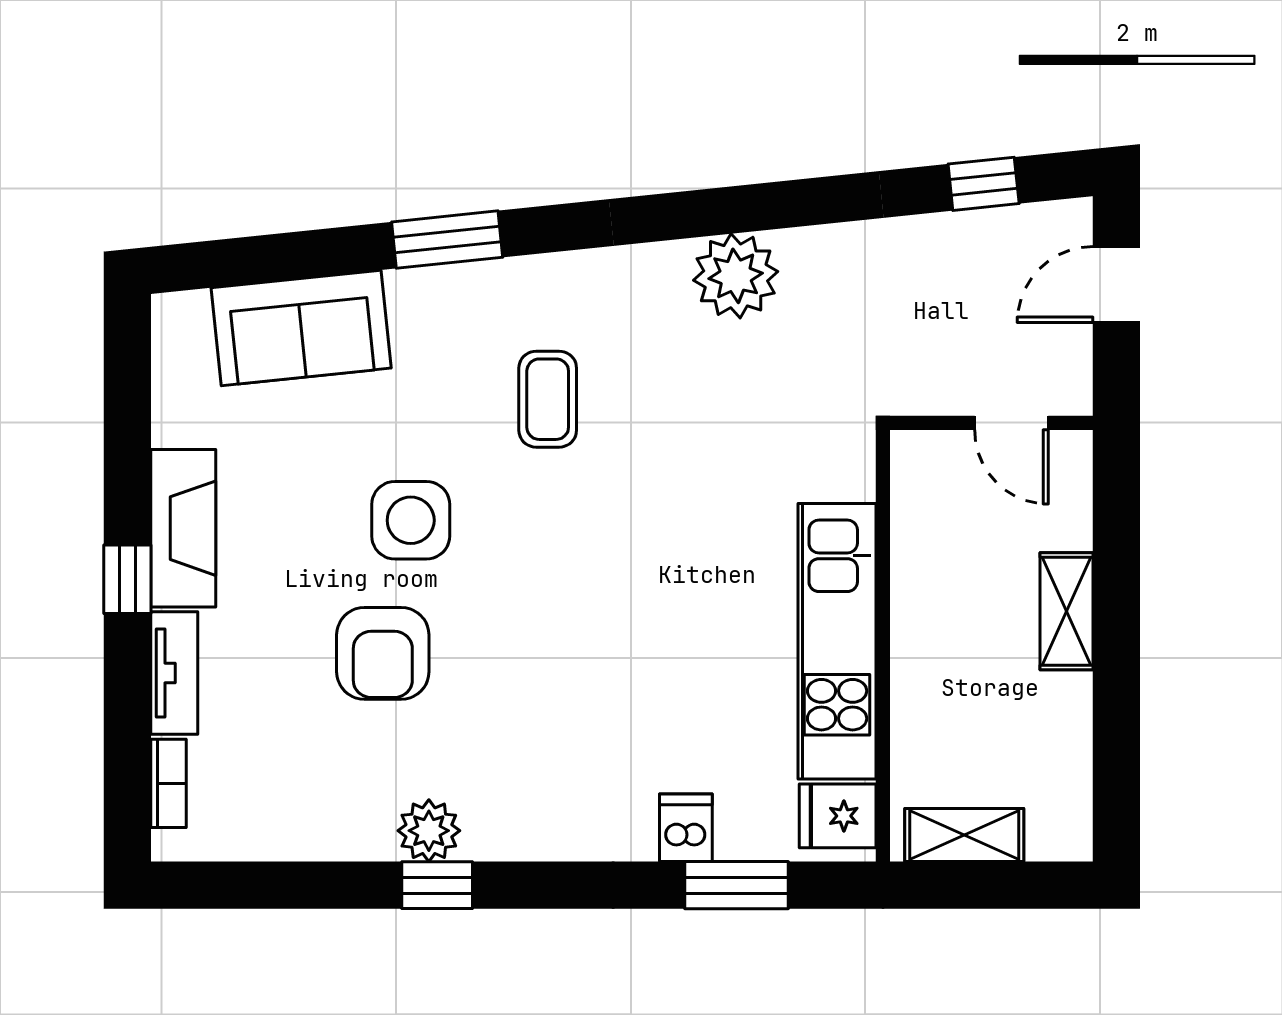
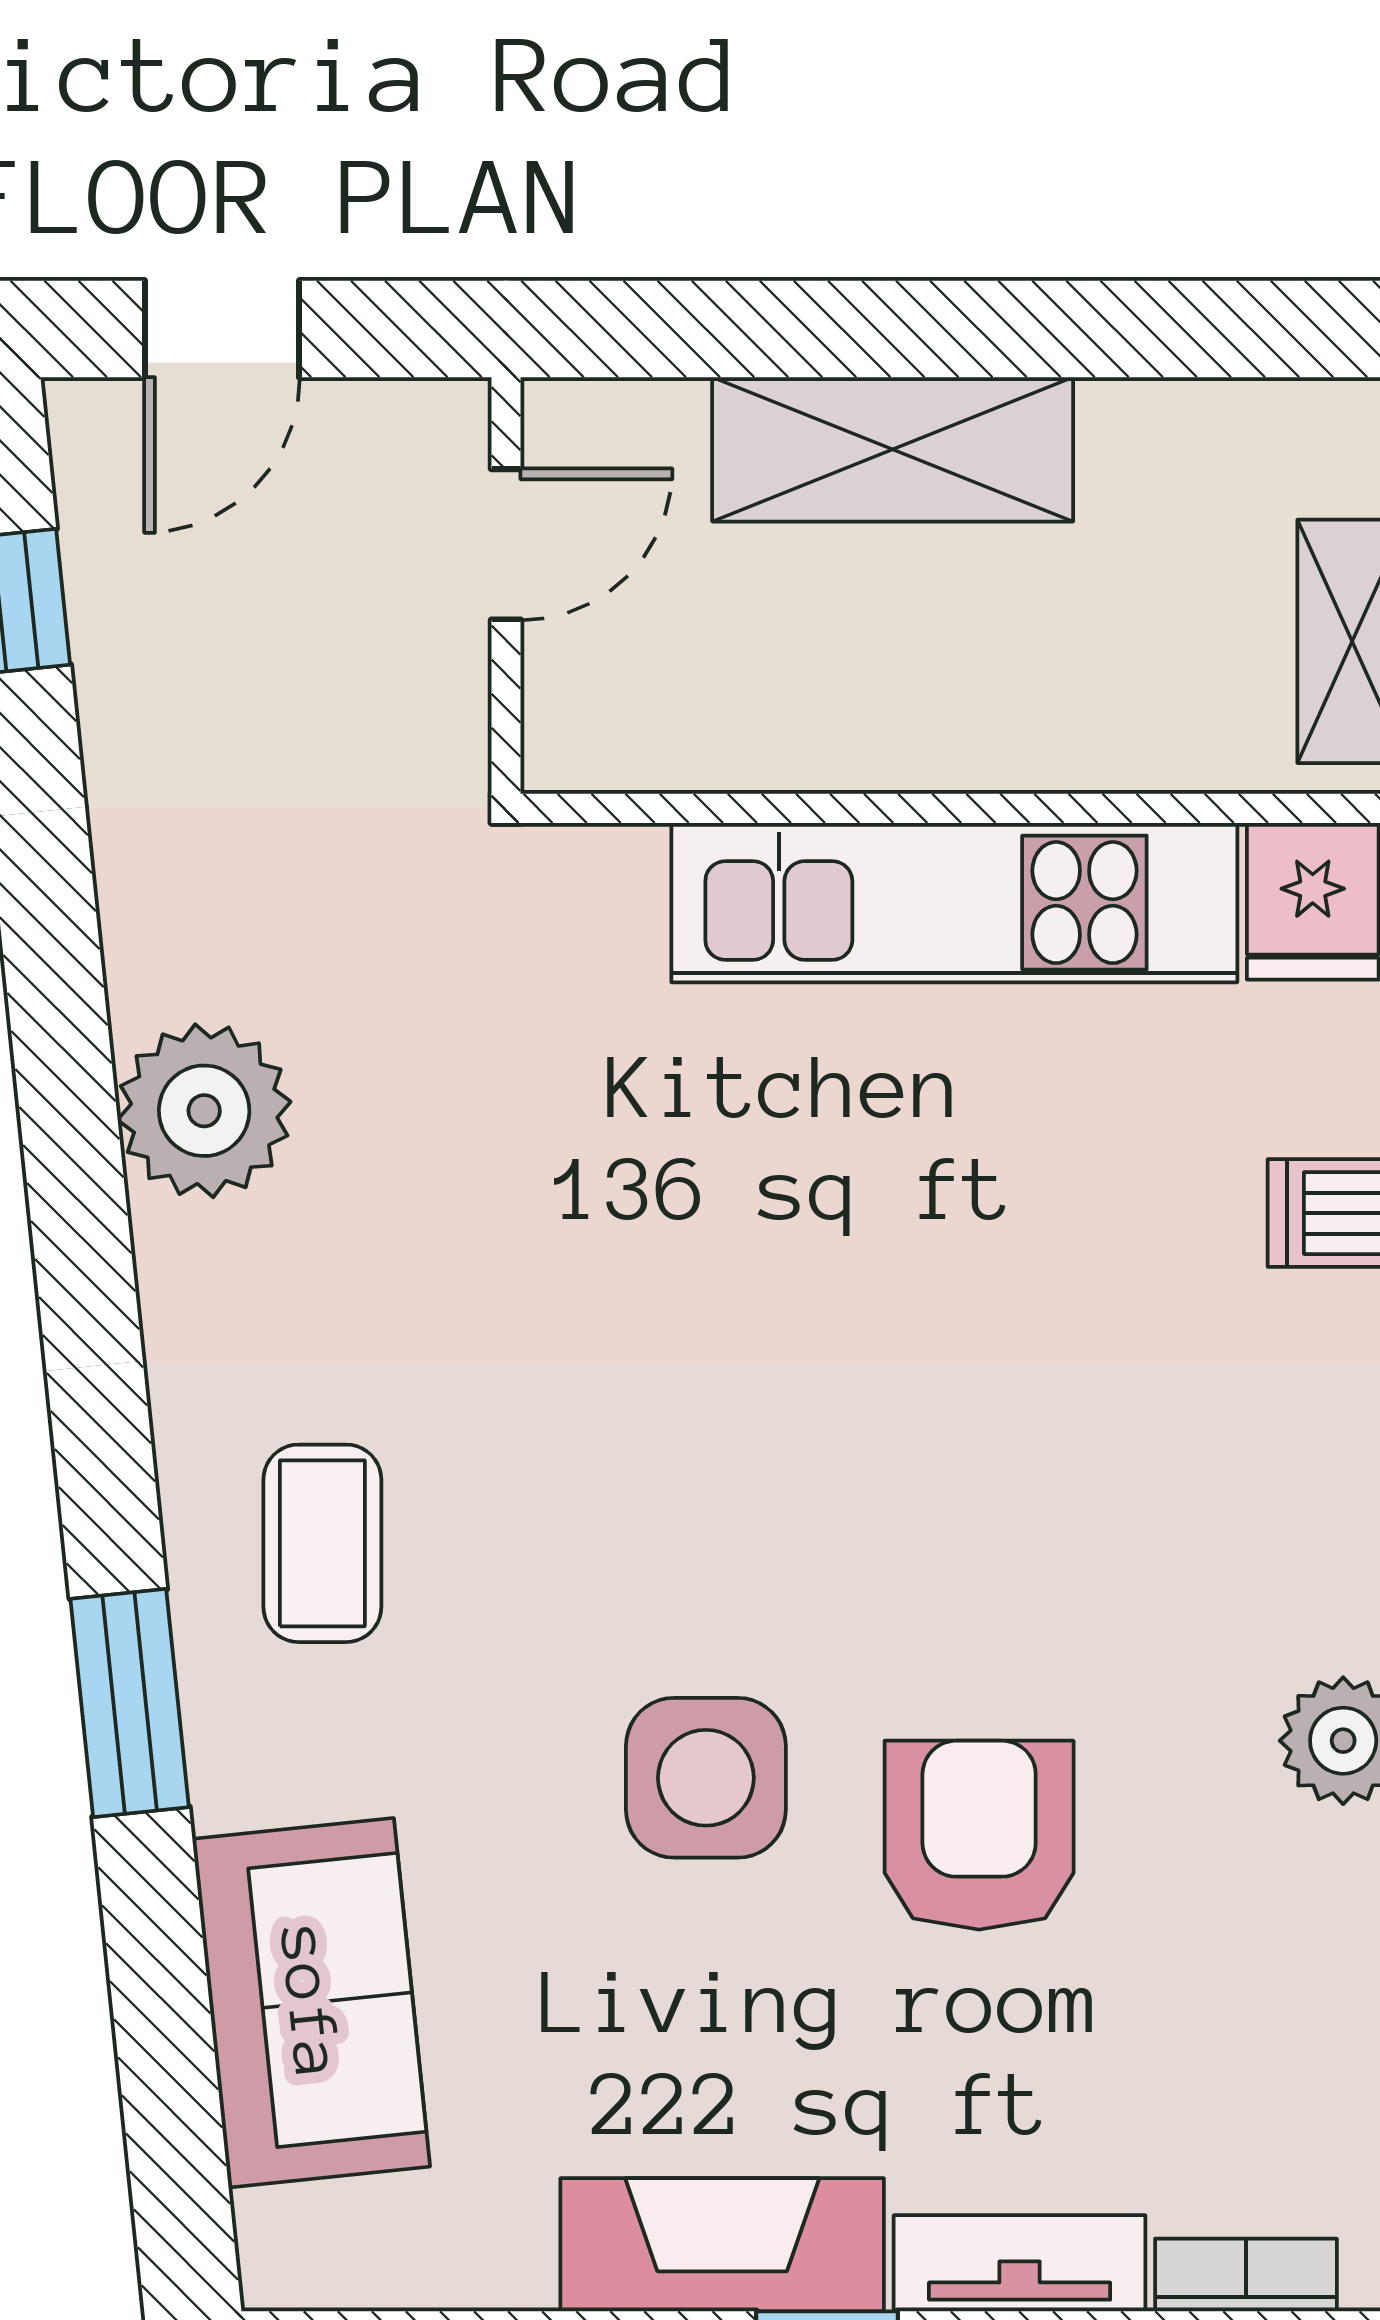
door: (1116, 285) -> (222, 329), hinge flipped
coffee table: (548, 399) -> (322, 1543), moved, turned 90
shelving: (1067, 611) -> (893, 449), width x1.50, depth x1.33
armchair: (383, 653) -> (979, 1835), turned -90

